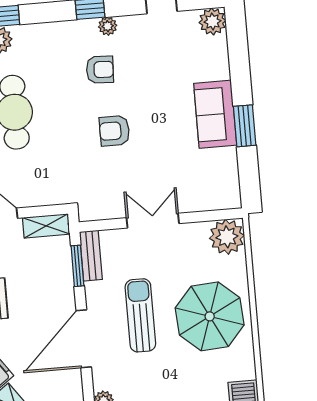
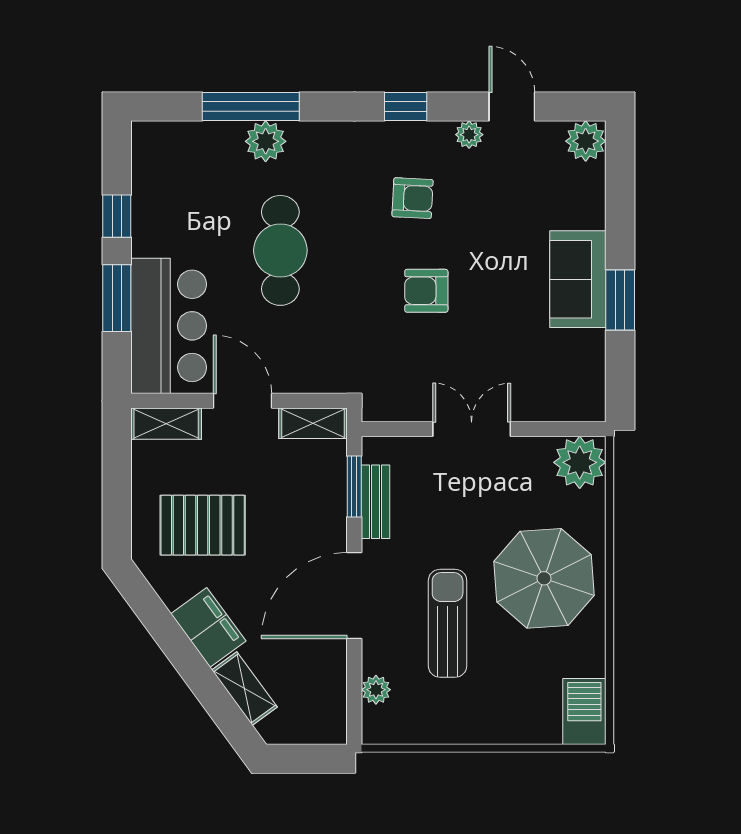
plant: (108, 26) -> (469, 135), moved
bench: (91, 256) -> (375, 502), moved
sun lounger: (140, 315) -> (448, 623), moved

